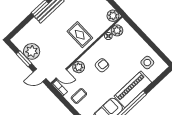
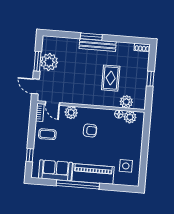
plant: (113, 16) -> (126, 102), moved
rug: (80, 35) -> (111, 78), moved

